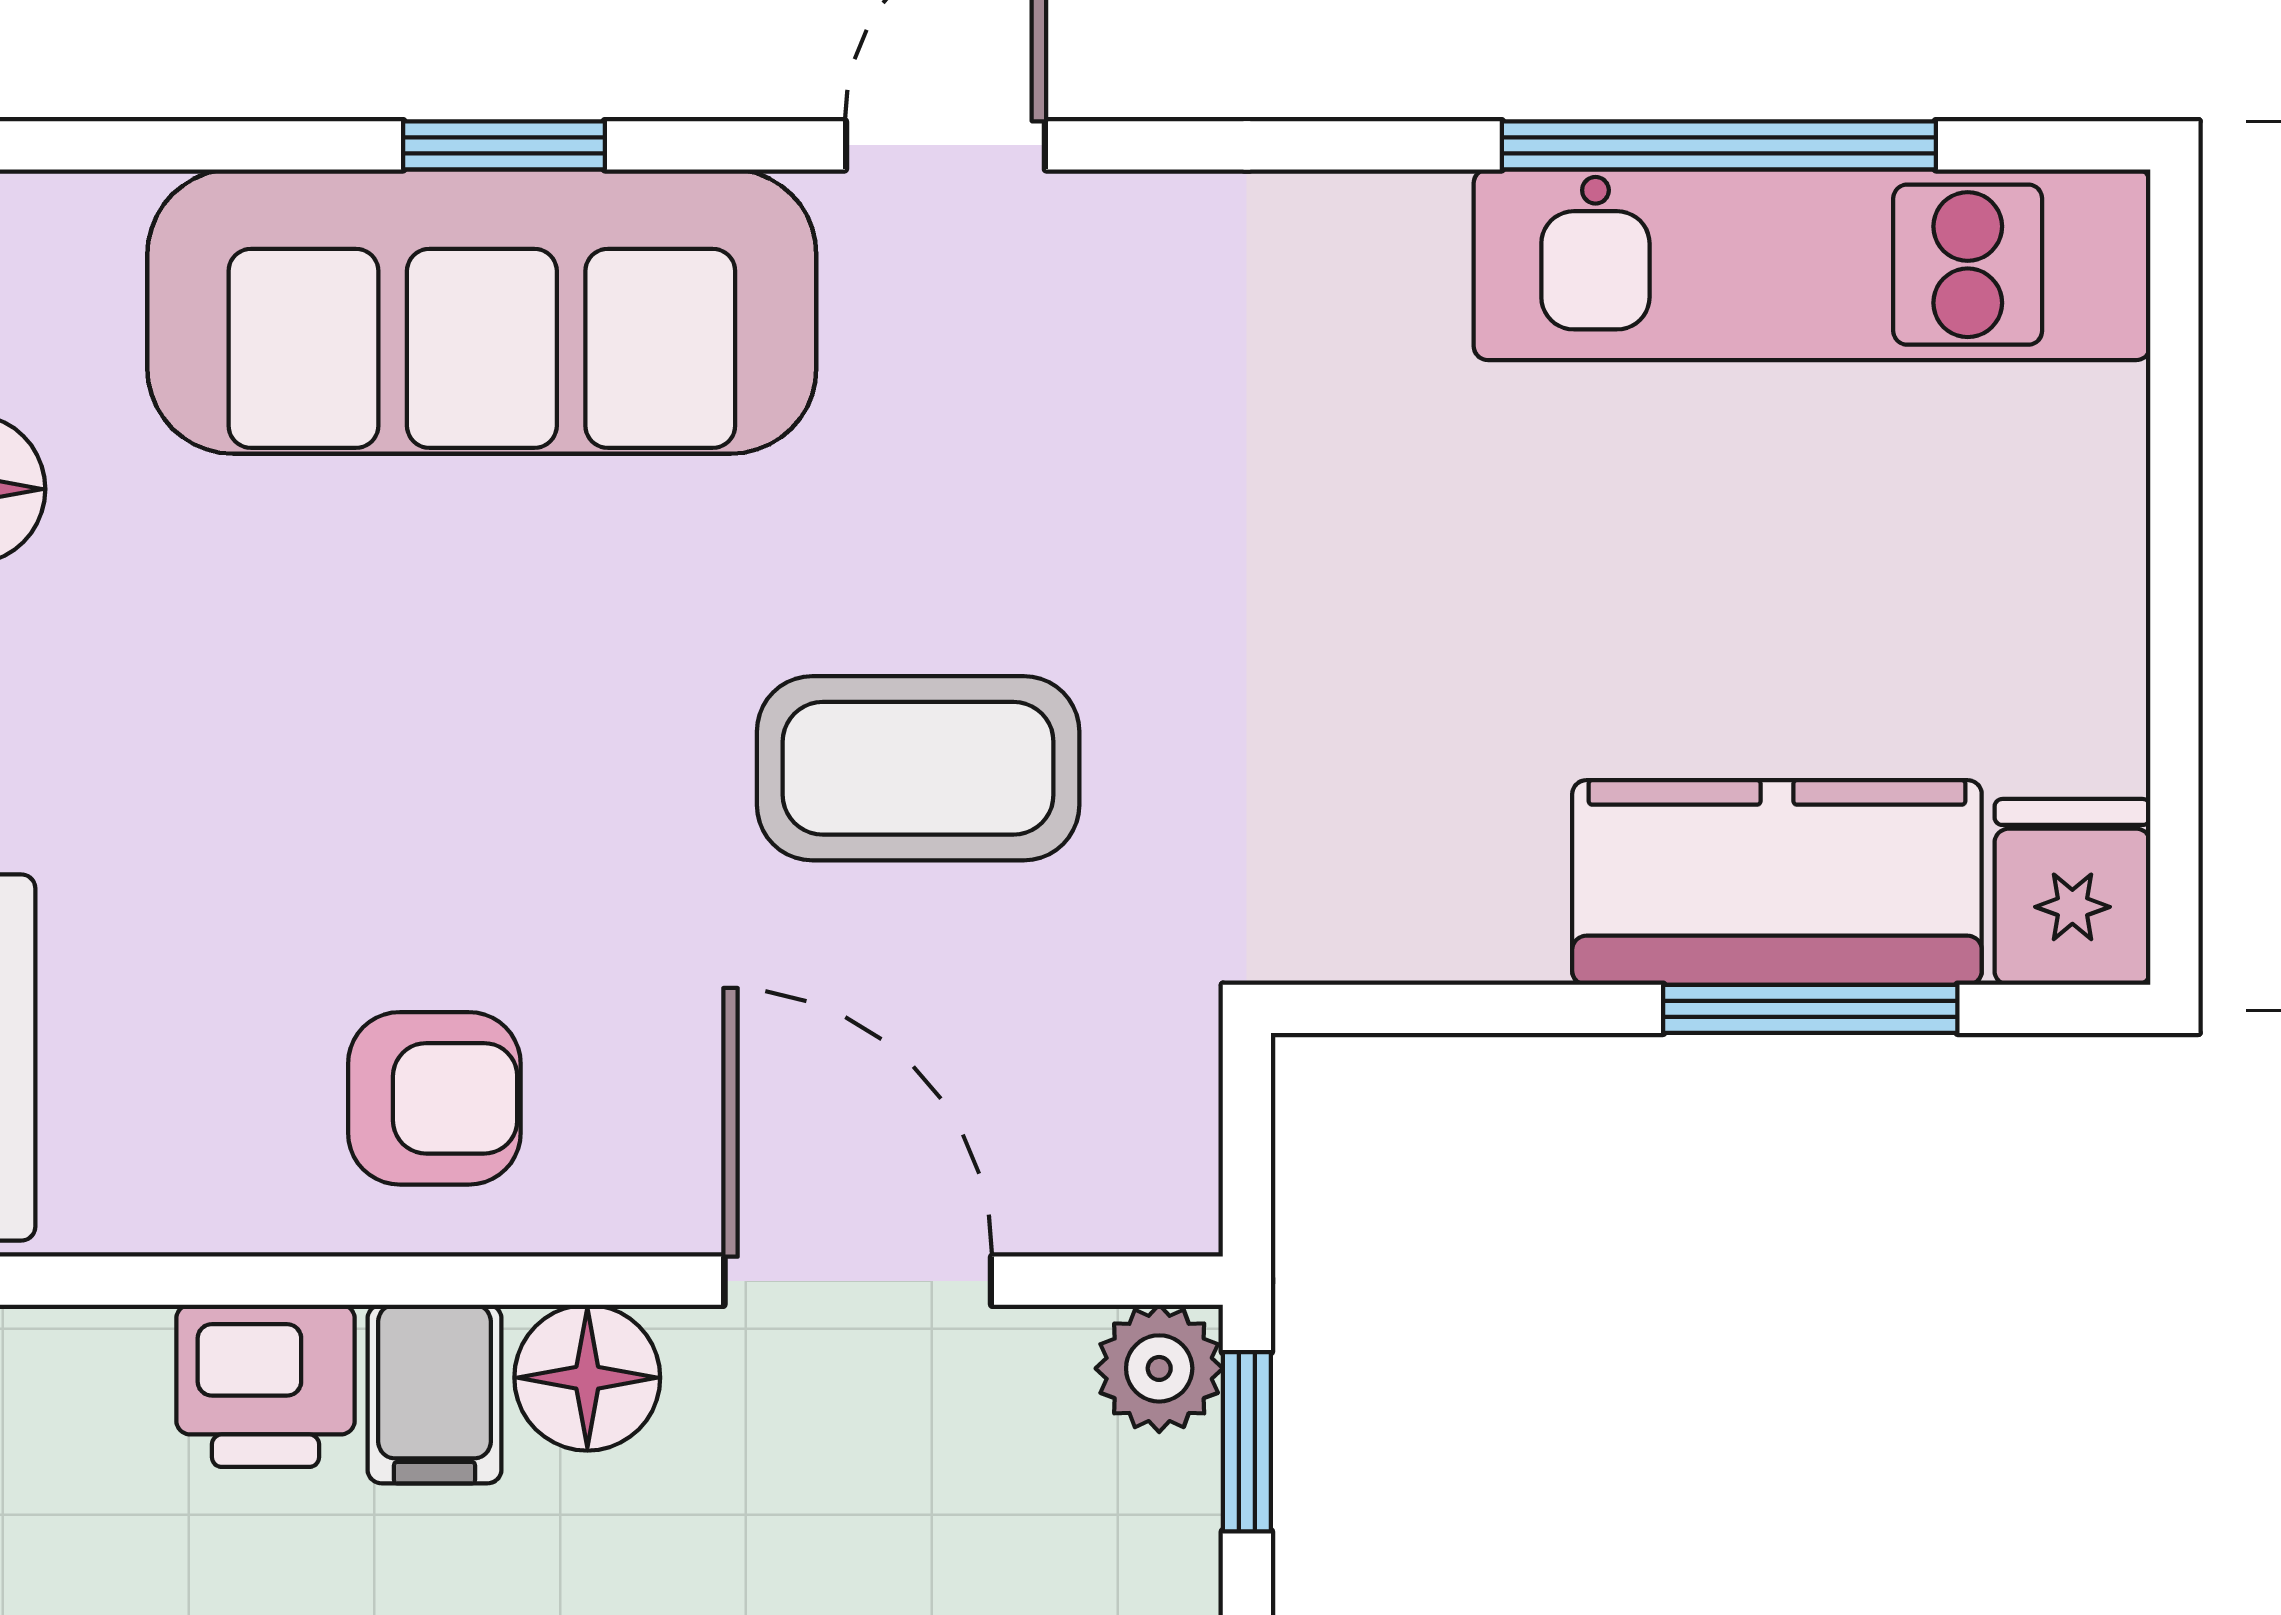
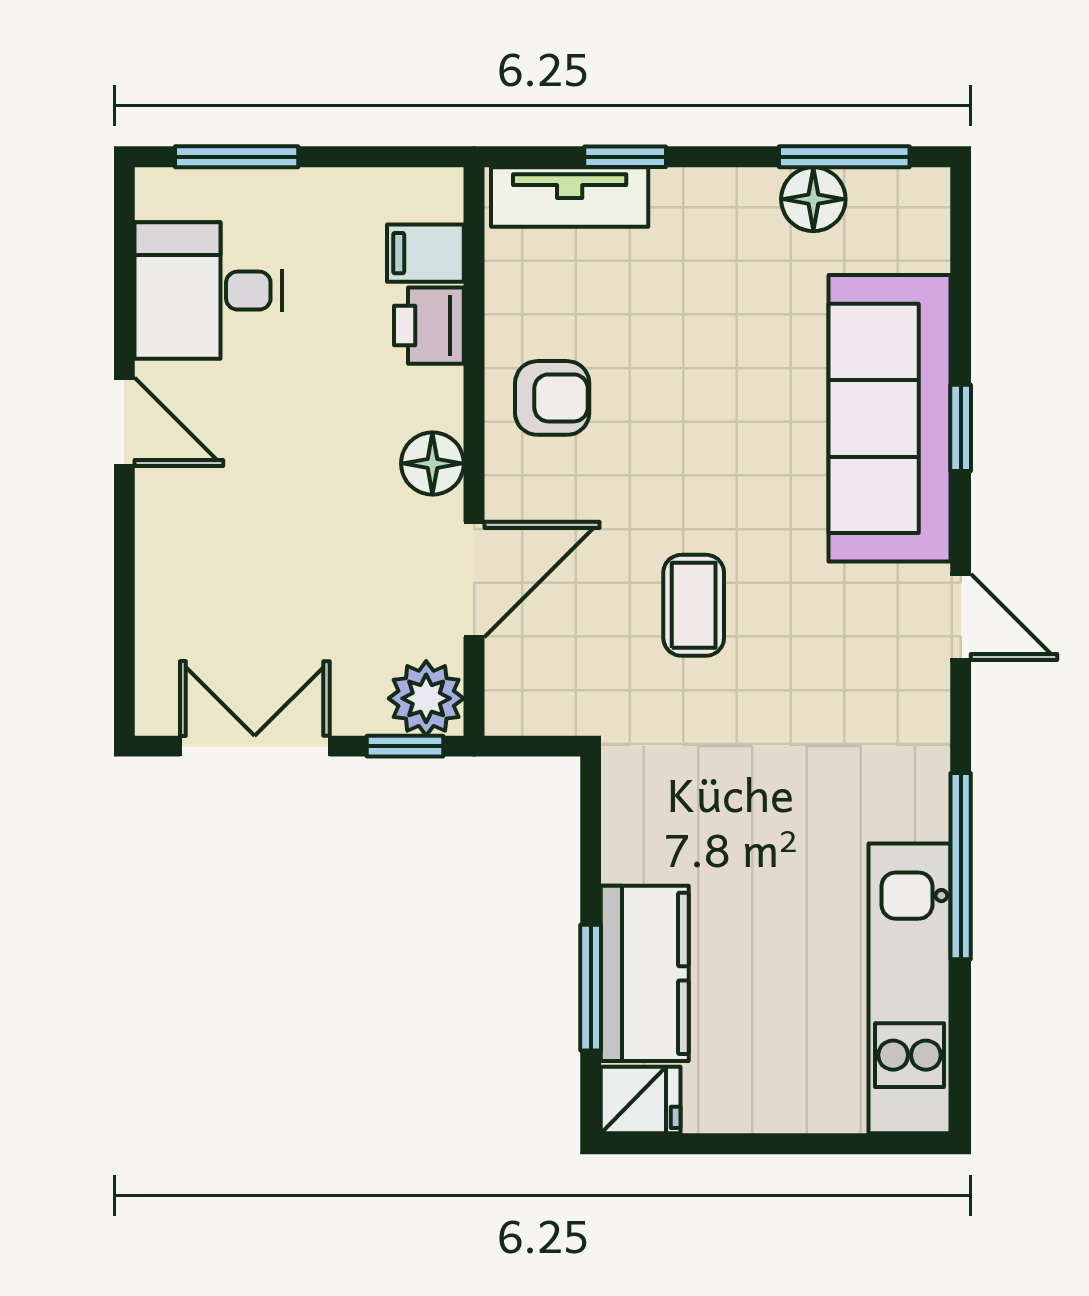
window: (1719, 145) -> (961, 866), moved
coffee table: (918, 768) -> (694, 605), width x0.73, depth x0.77
armchair: (434, 1098) -> (552, 398), turned -90
plant: (1159, 1368) -> (426, 698), width x1.38, depth x1.38
filing cabinet: (435, 1394) -> (425, 253), moved

